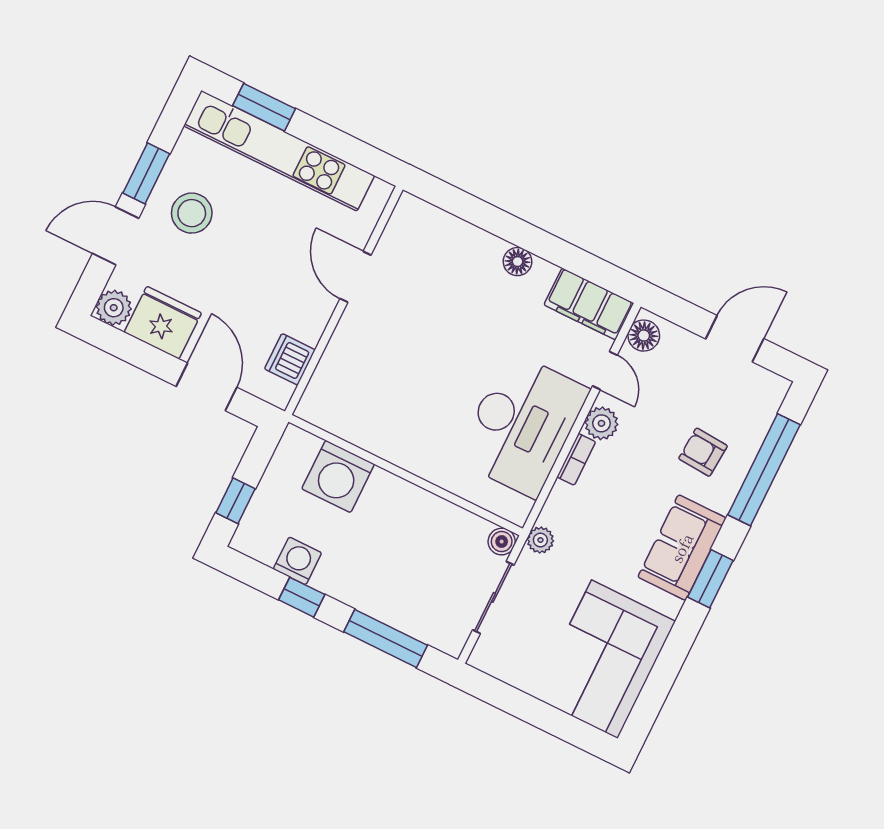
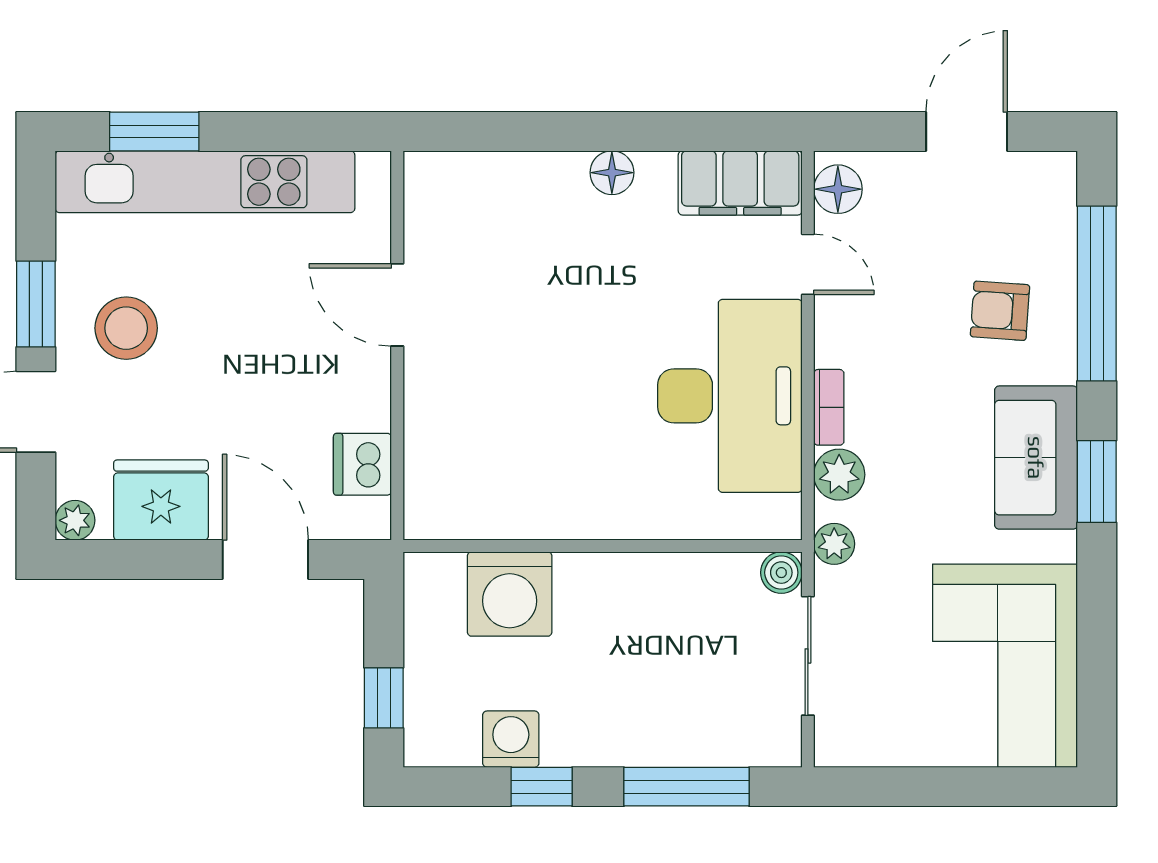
plant: (114, 308) -> (75, 520), width x0.73, depth x0.73
plant: (601, 423) -> (839, 475), moved

